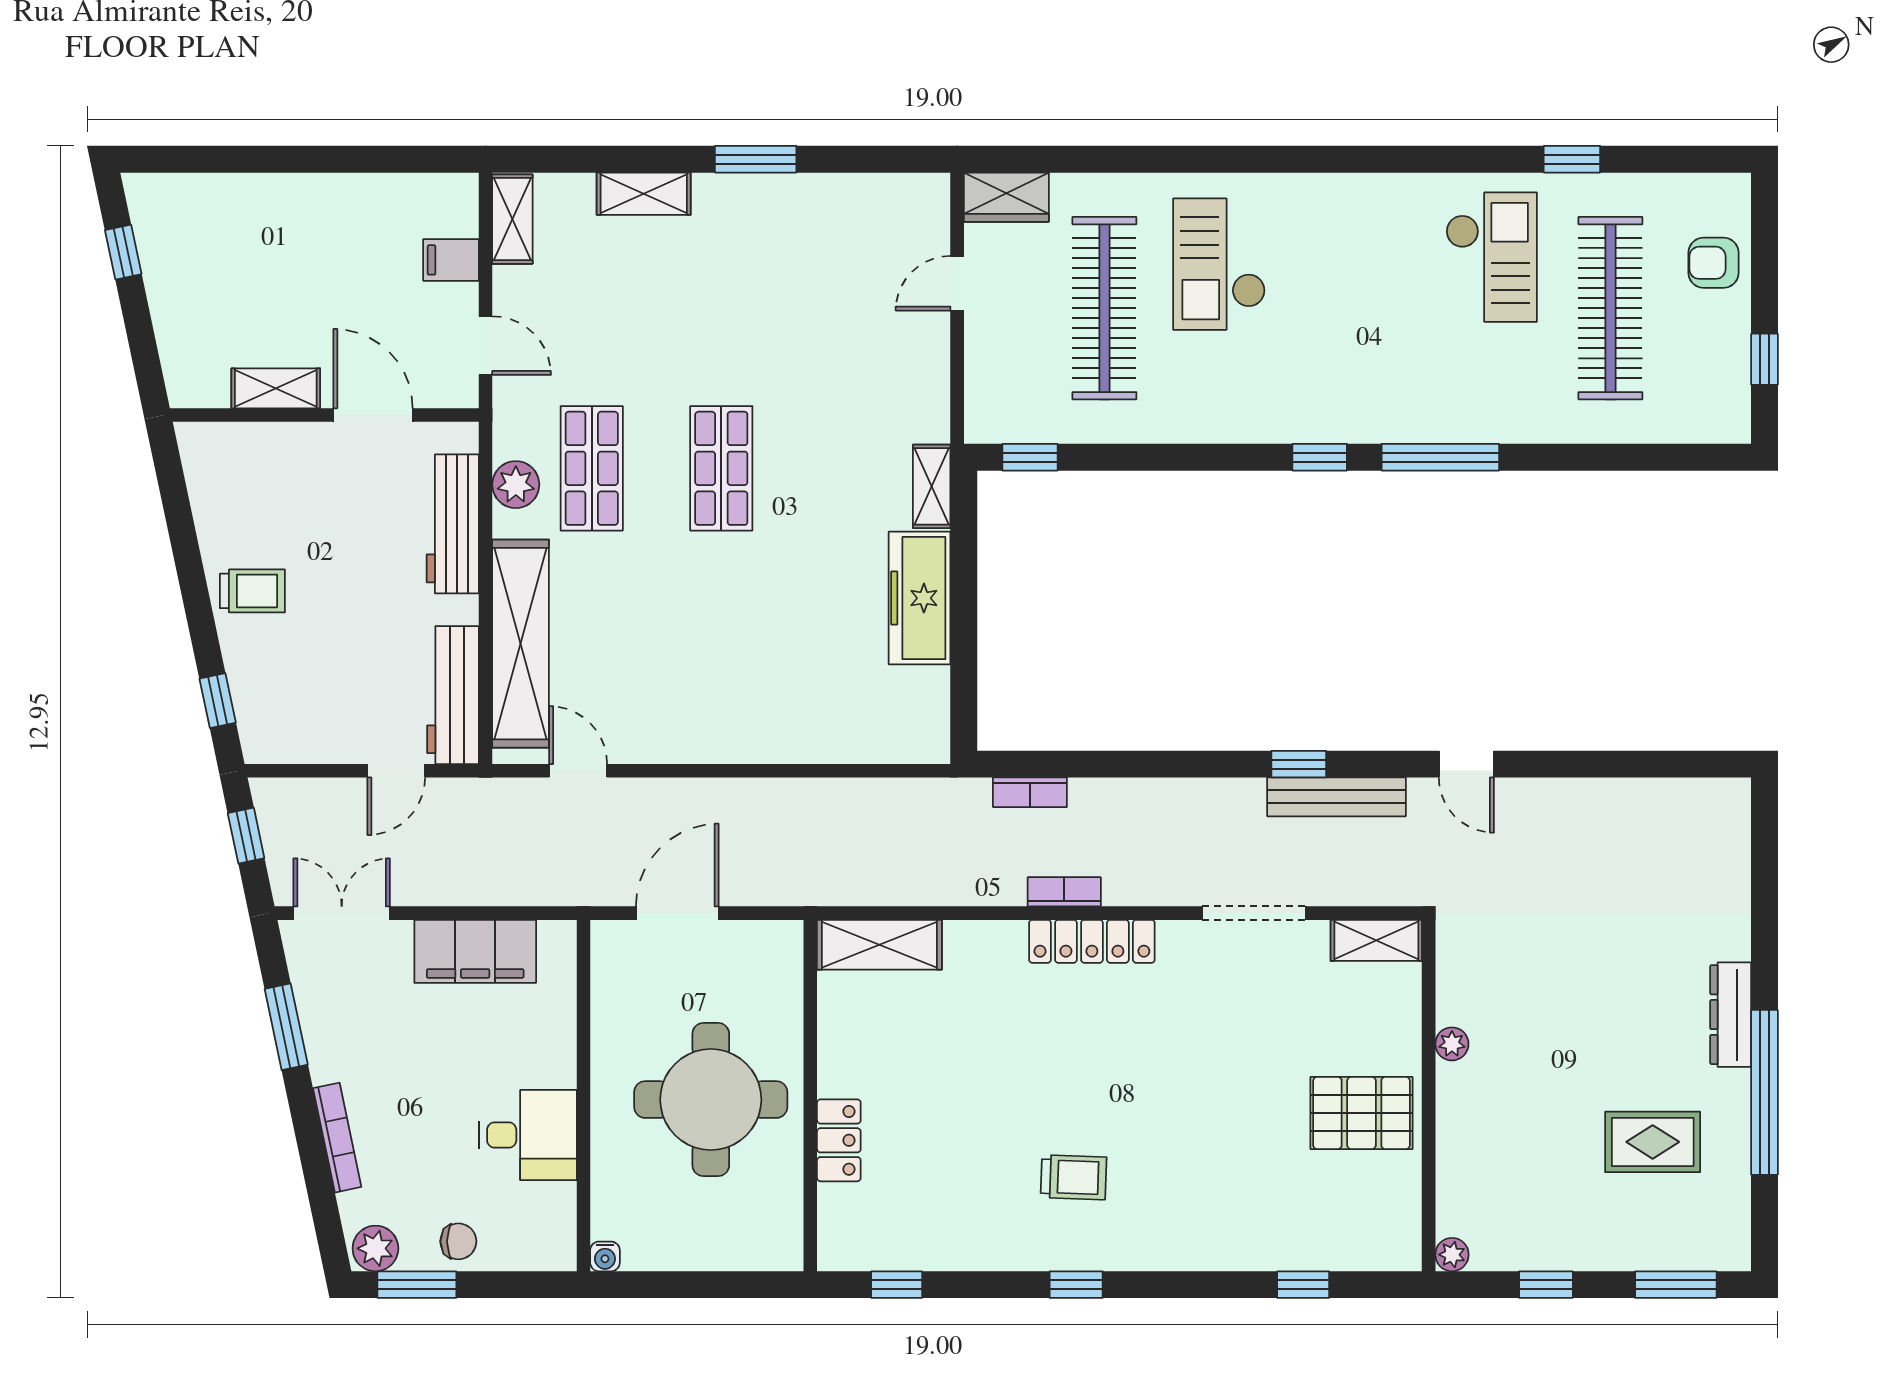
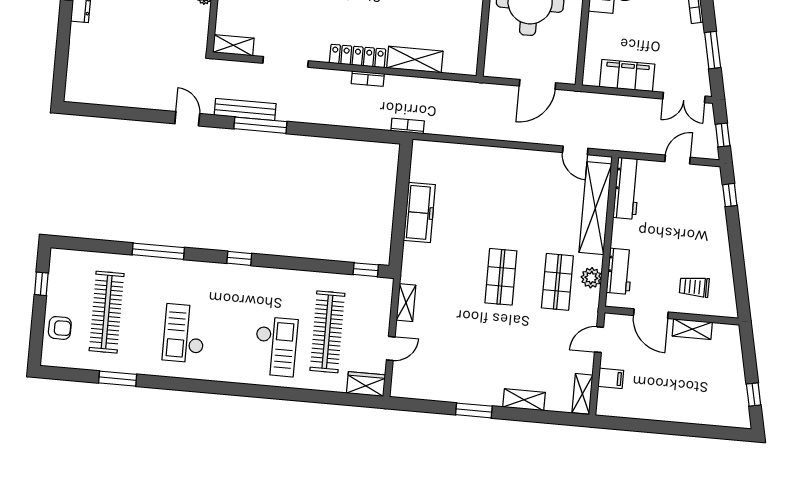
window: (1572, 159) -> (118, 379), width x1.50
checkout: (1491, 257) -> (184, 333), moved
door: (486, 346) -> (599, 340), hinge flipped
window: (1440, 457) -> (158, 251), moved
shelving: (932, 486) -> (406, 303), moved
workbench: (453, 524) -> (620, 271), width x0.73
trolley: (252, 591) -> (694, 287), moved
window: (1299, 764) -> (260, 125), width x2.17
door: (396, 771) -> (677, 160), moved
bookcase: (1030, 792) -> (408, 126), moved
shelving: (879, 945) -> (415, 60), moved

